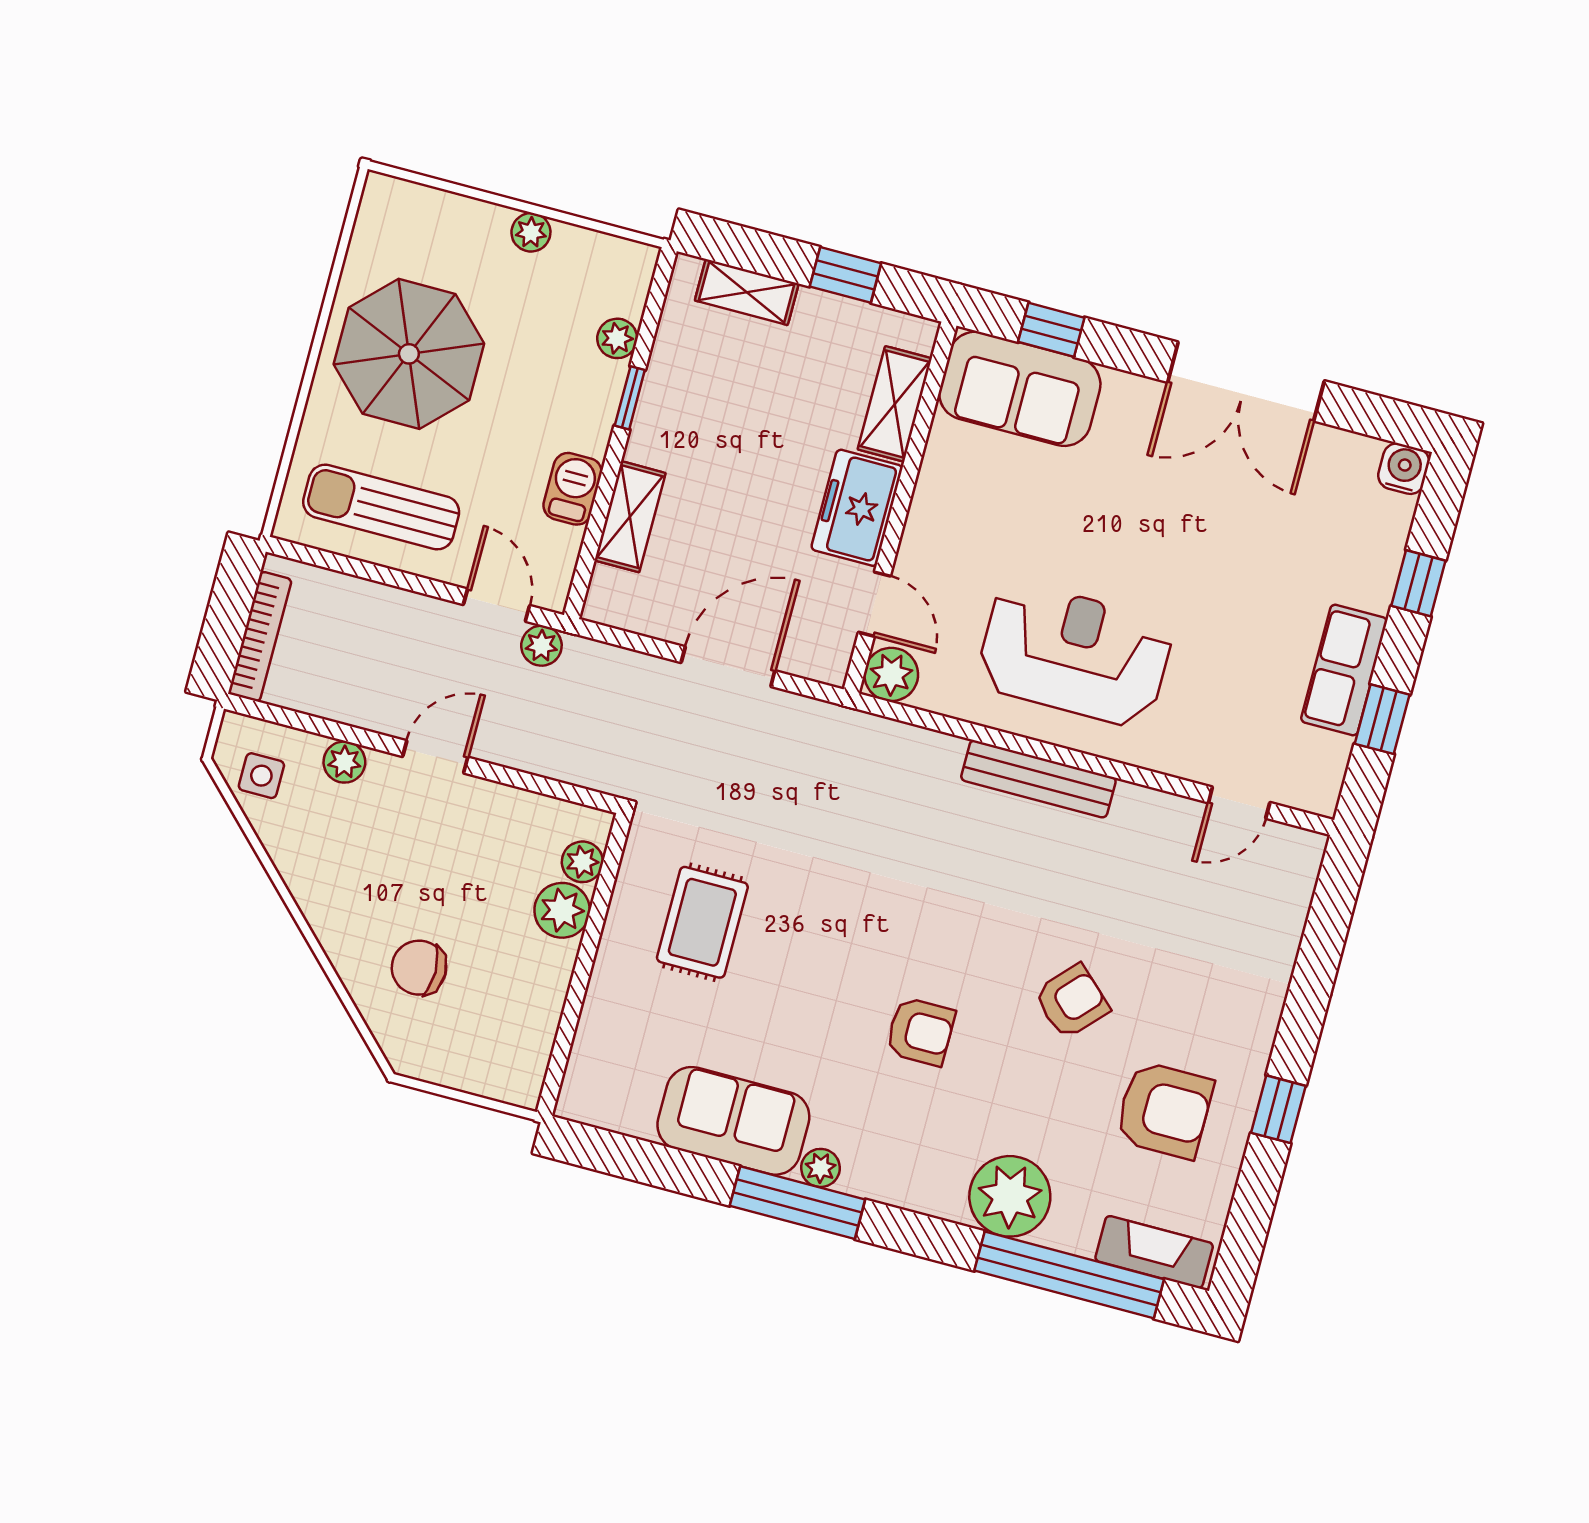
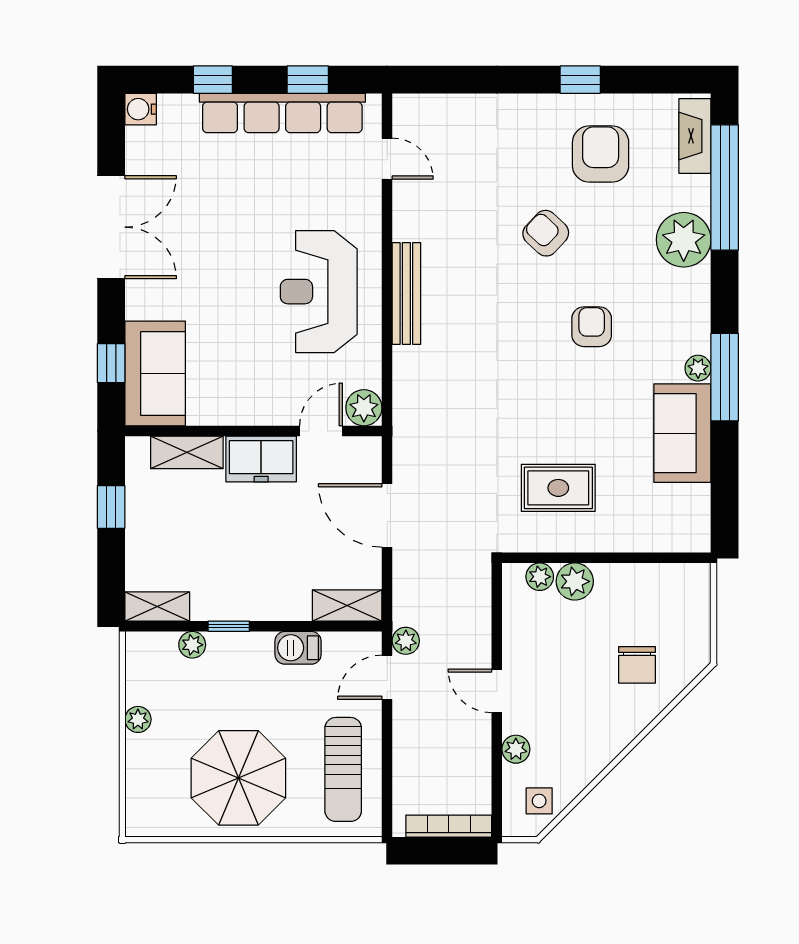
shelving: (747, 292) -> (157, 607), moved, turned 90
shelving: (630, 517) -> (347, 605), moved
row of seats: (1344, 670) -> (282, 113), width x2.02

